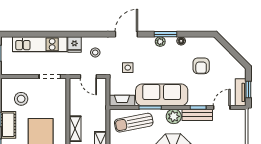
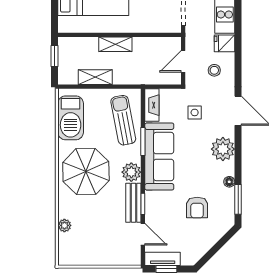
window: (166, 34) -> (238, 199), moved
plant: (160, 42) -> (223, 149), width x1.88, depth x1.88
armchair: (201, 66) -> (197, 208), turned -90

